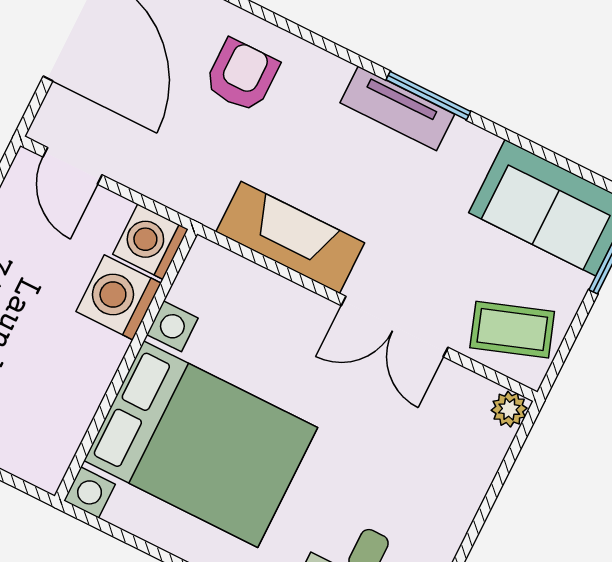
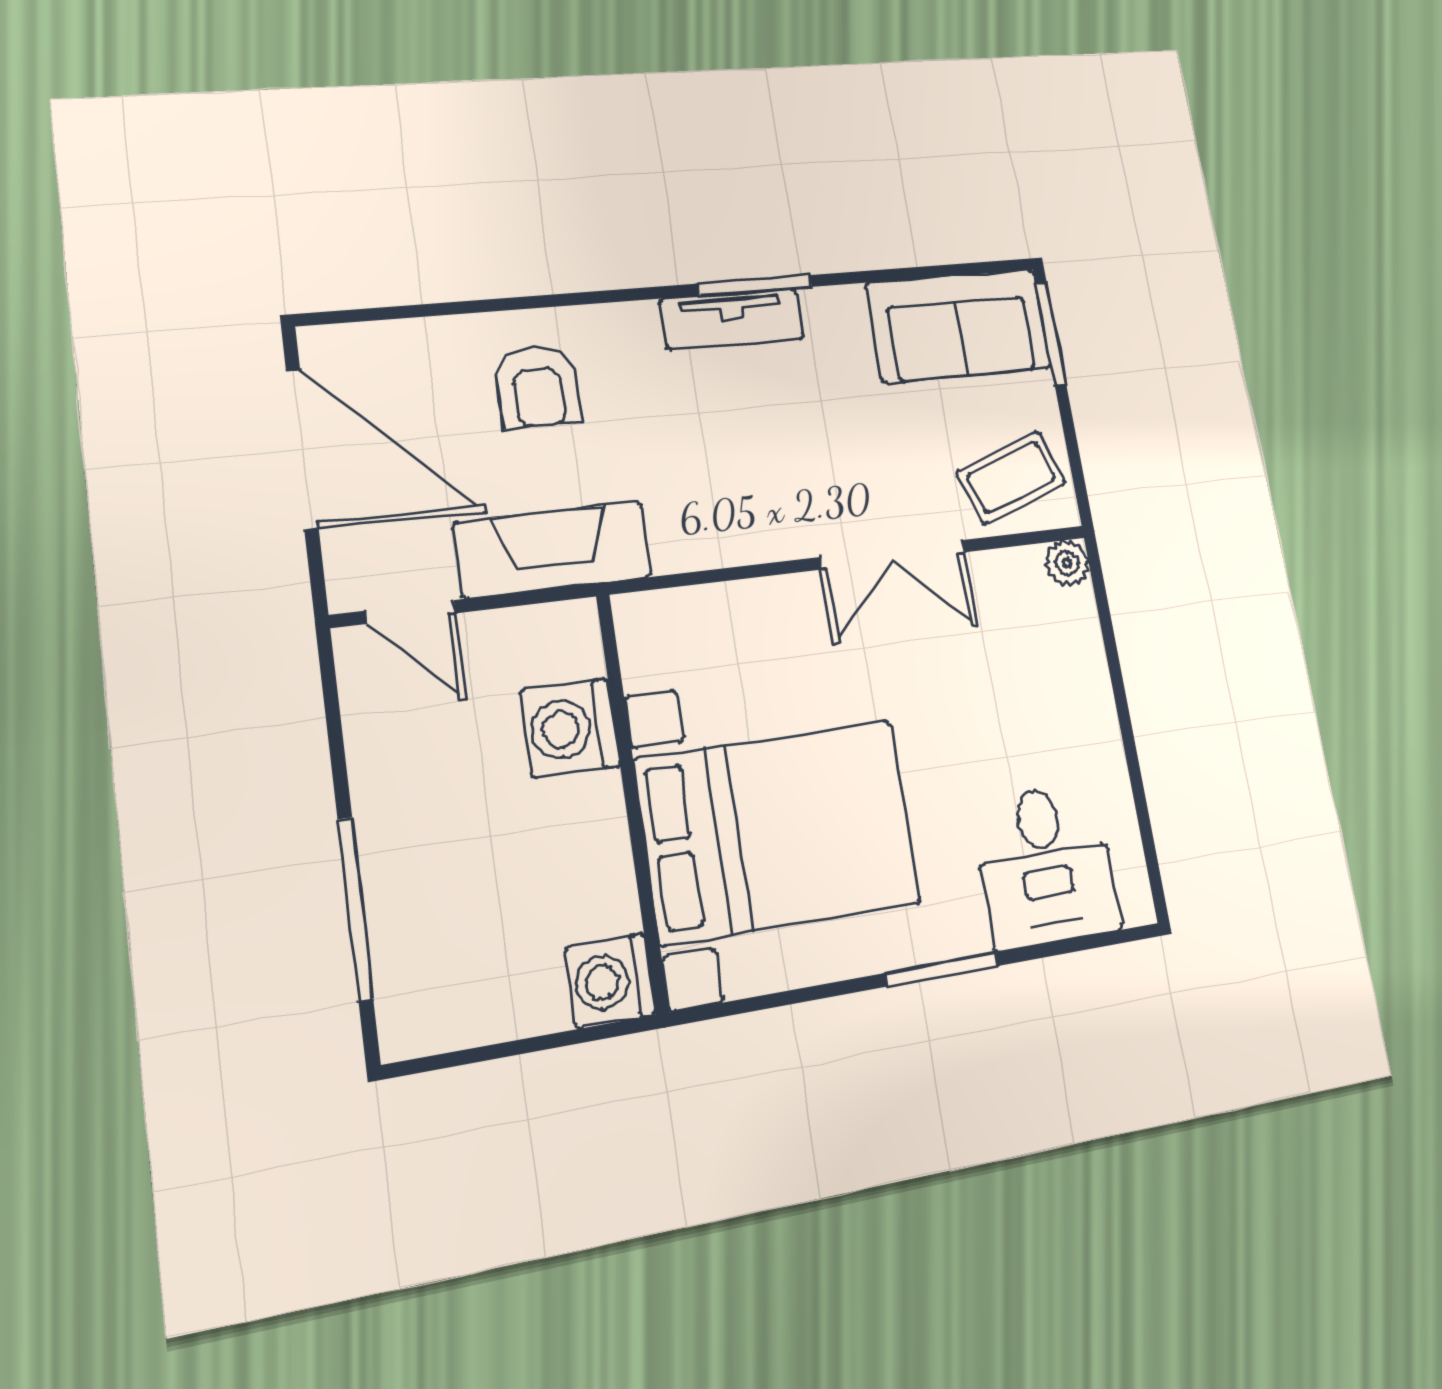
armchair: (242, 75) -> (538, 386), turned 180
fireplace: (290, 237) -> (553, 550), moved
washing machine: (150, 242) -> (610, 981), moved

